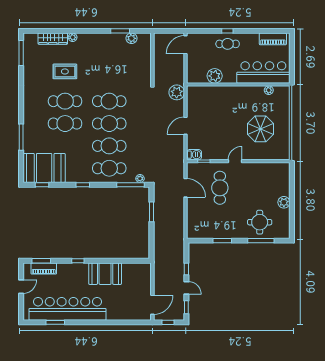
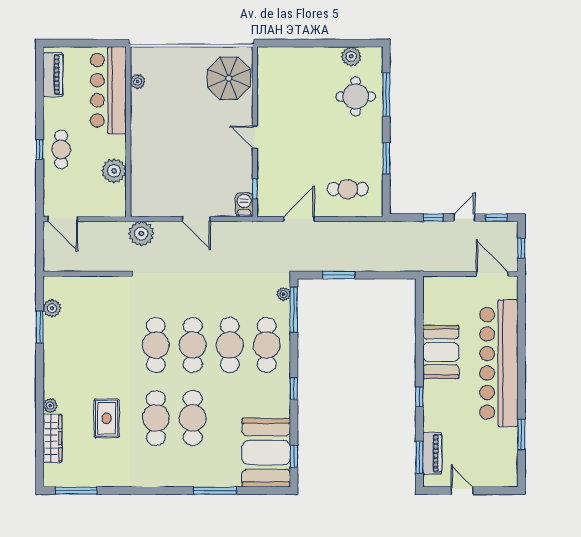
parasol: (260, 129) -> (229, 78), moved
cafe table: (220, 188) -> (348, 189), moved, width x0.73, depth x0.74
plant: (284, 202) -> (351, 56), moved
bar counter: (68, 309) -> (499, 363), moved

